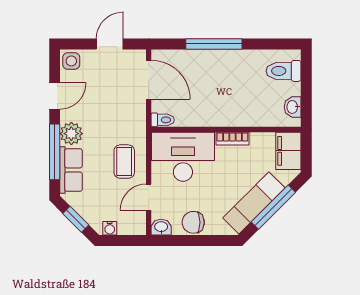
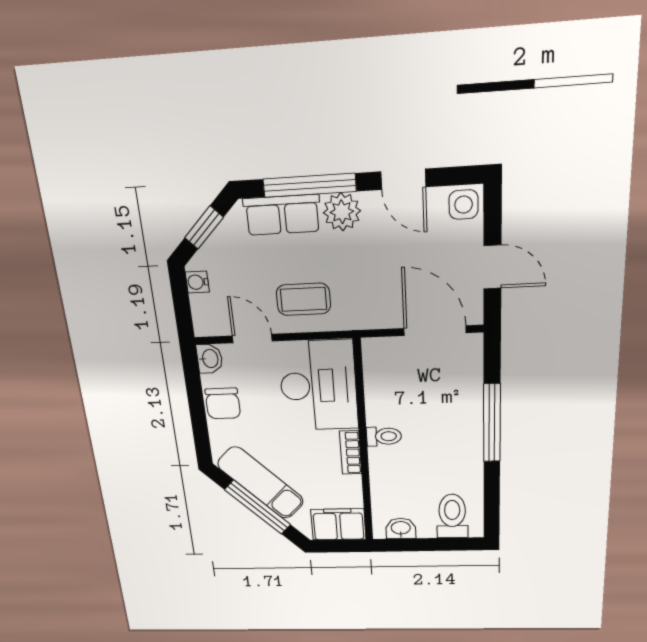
door: (149, 80) -> (435, 331), swing flipped
toilet: (163, 120) -> (384, 436), moved, turned -90
chair: (193, 222) -> (223, 403), turned 180

